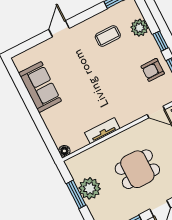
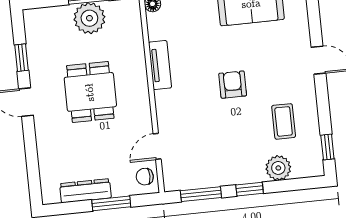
armchair: (153, 70) -> (233, 85), moved

